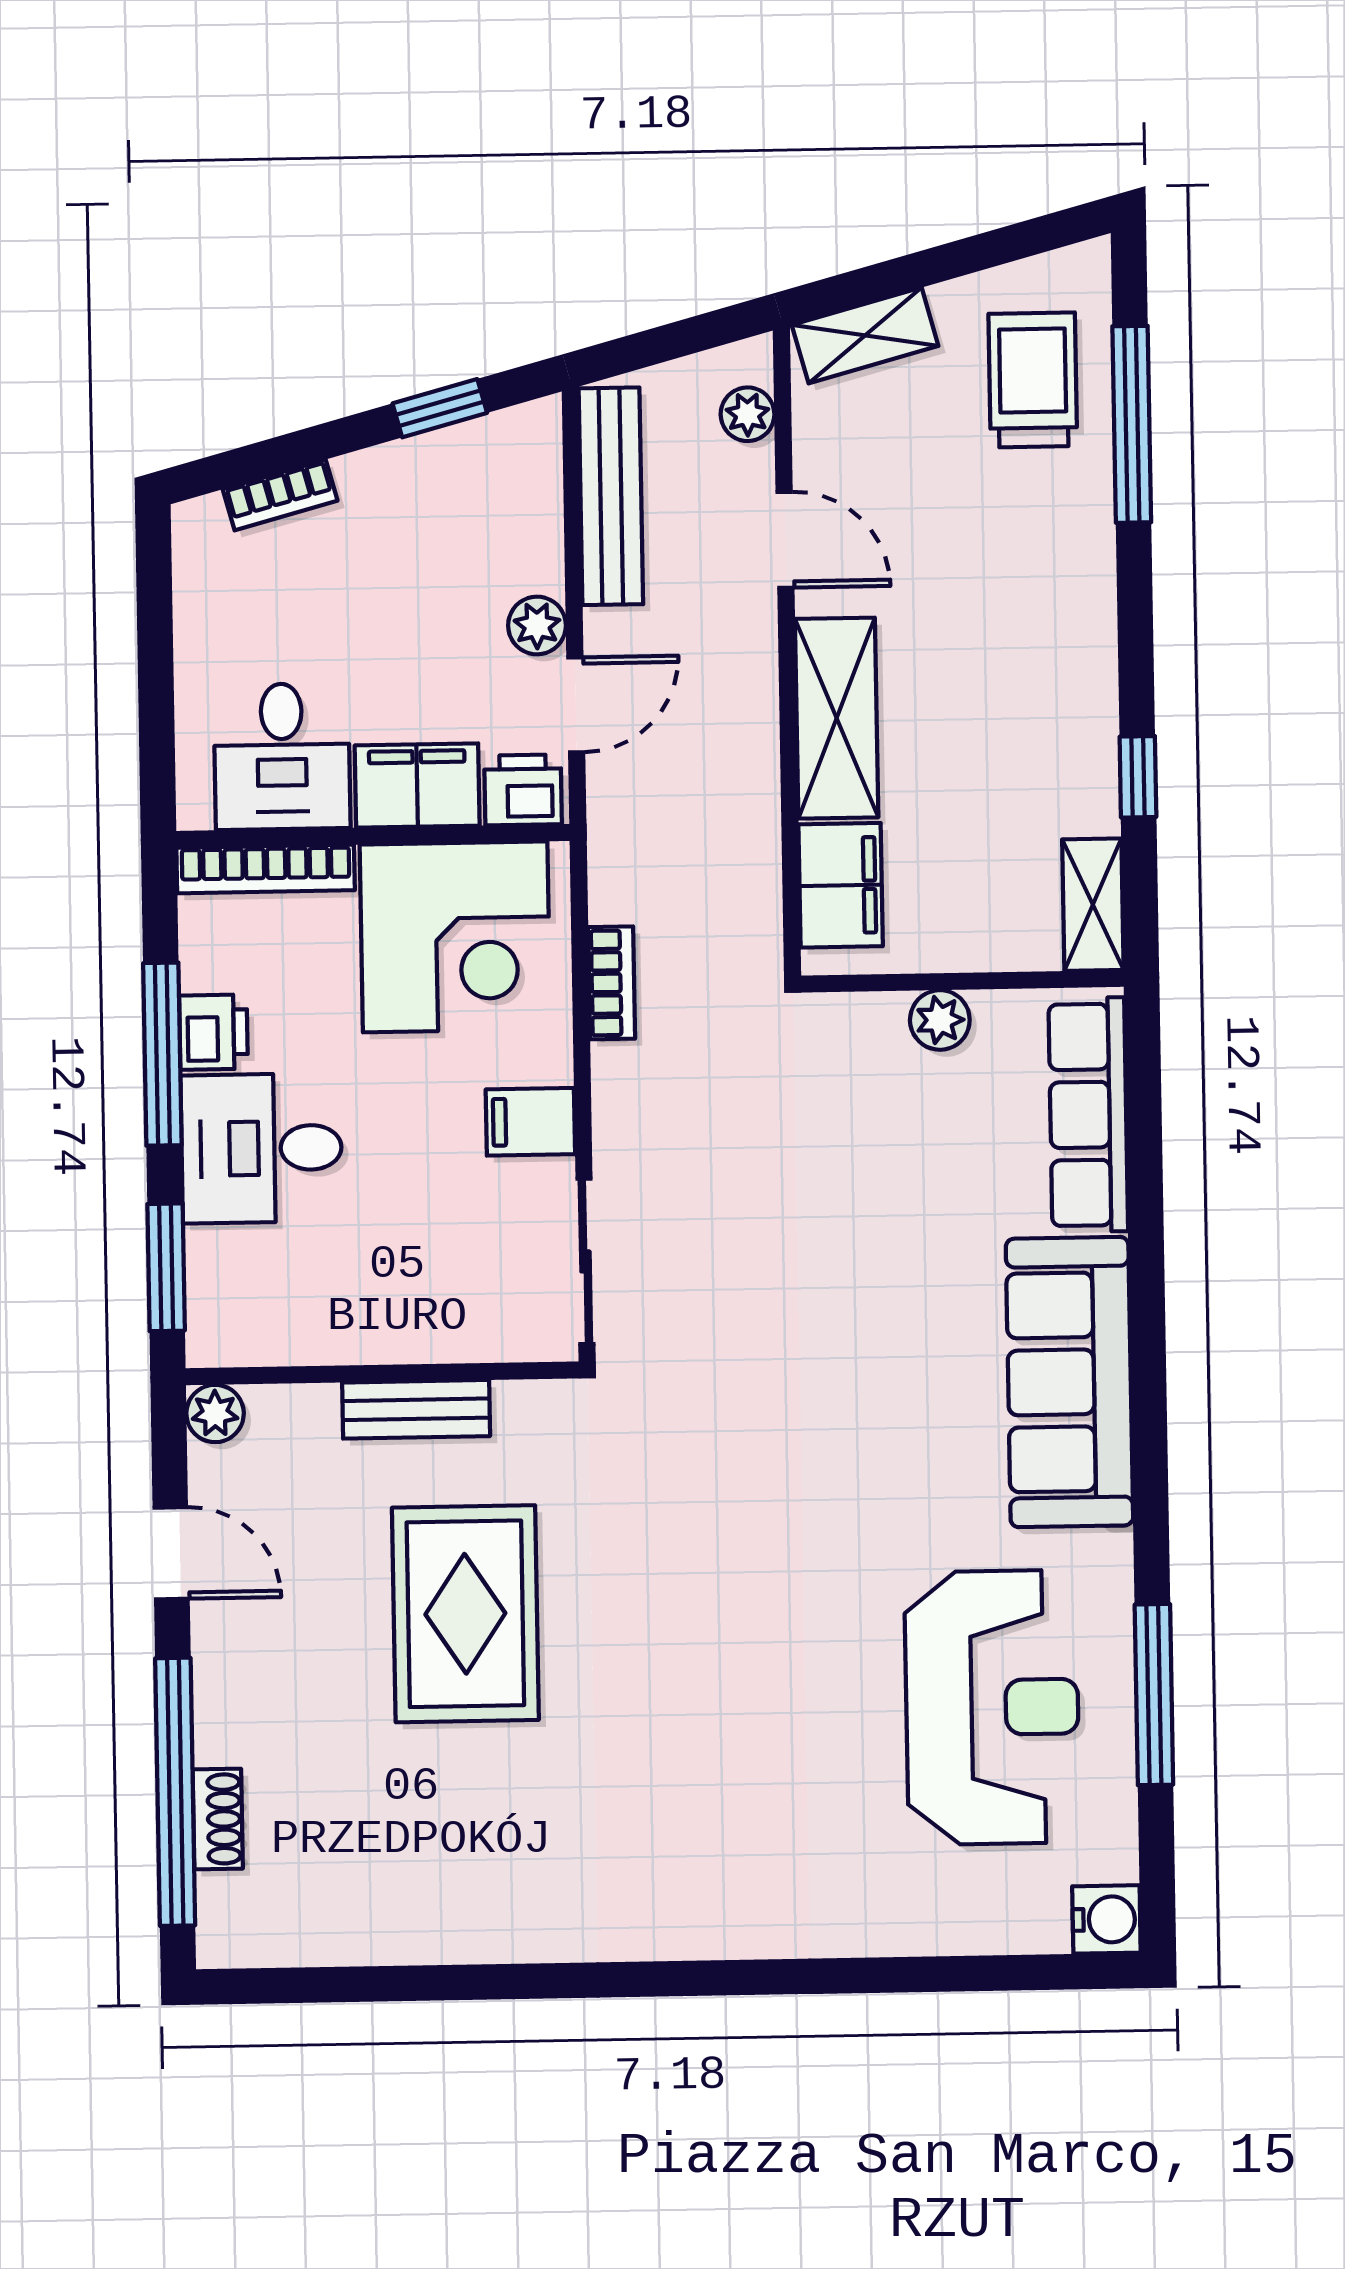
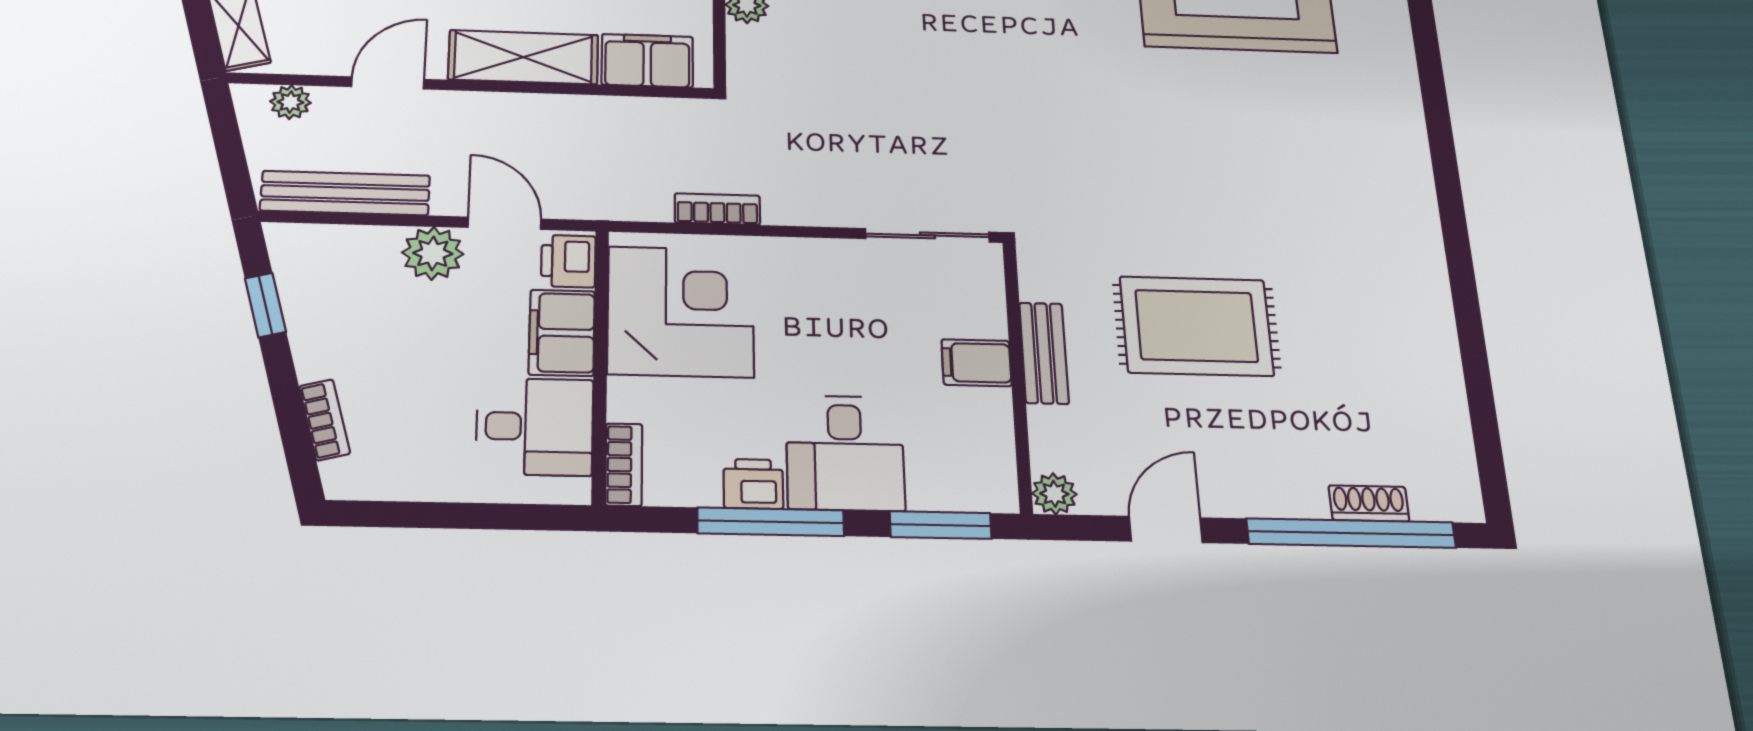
plant: (537, 625) -> (433, 253), width x1.38, depth x1.38
bookcase: (266, 869) -> (624, 465), width x0.64
filing cabinet: (530, 1122) -> (976, 363), moved, turned 90

